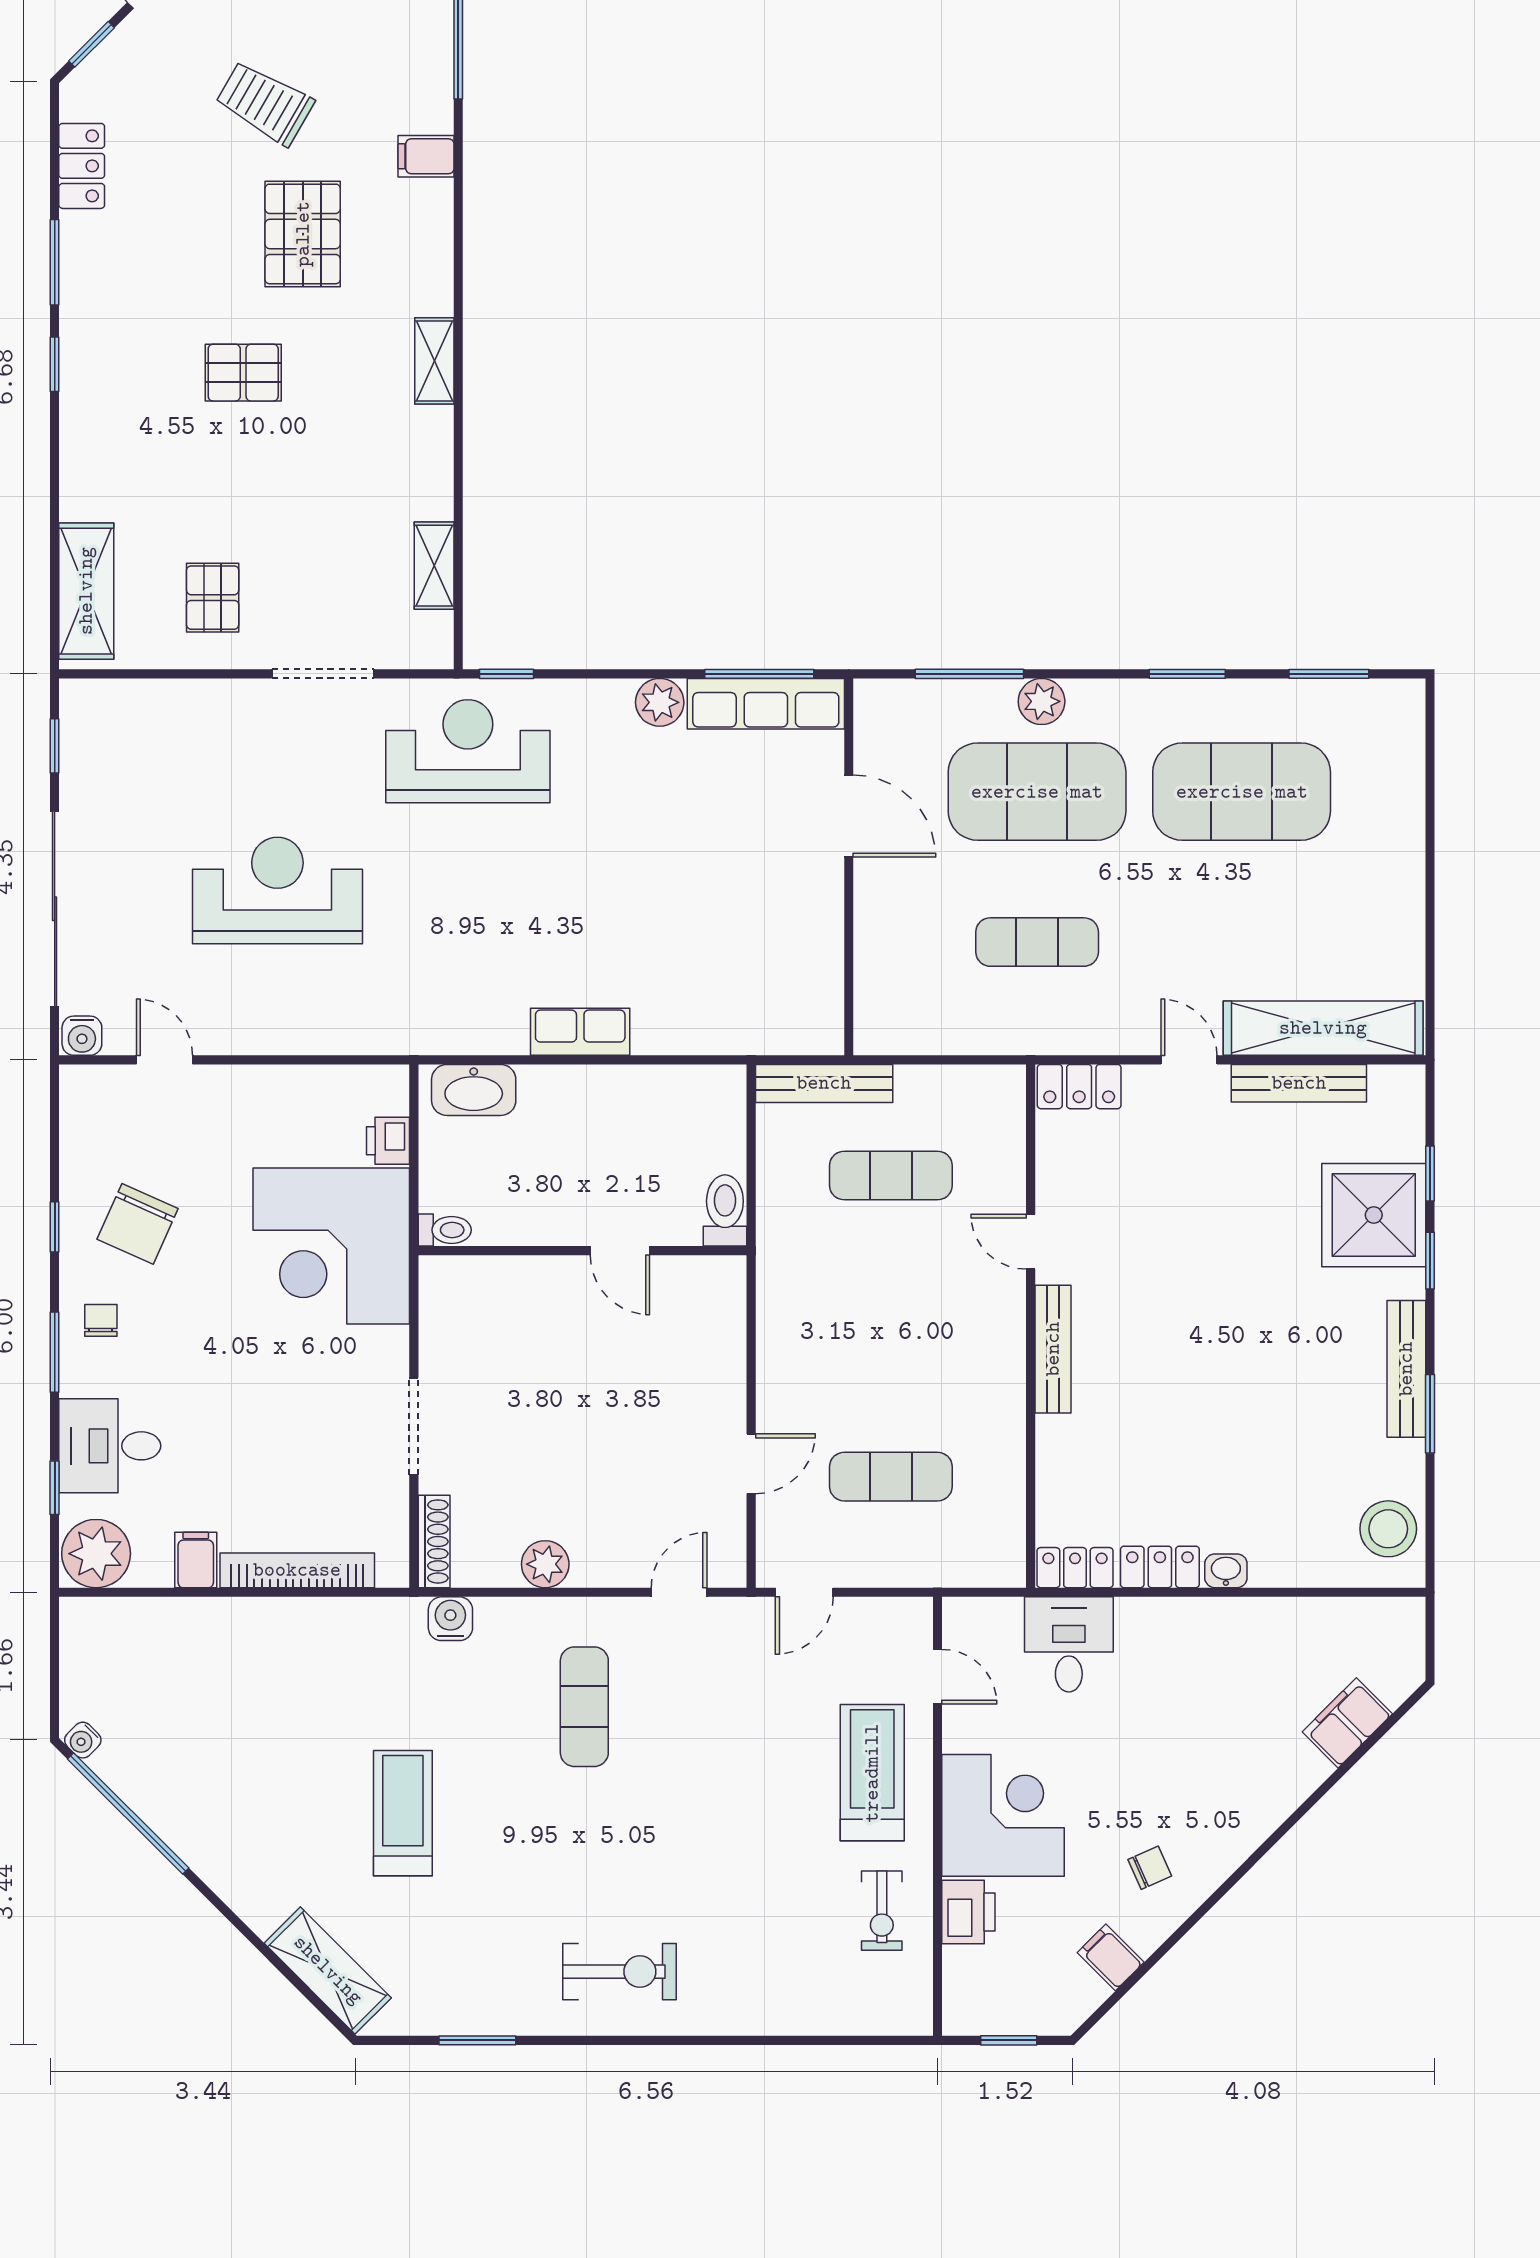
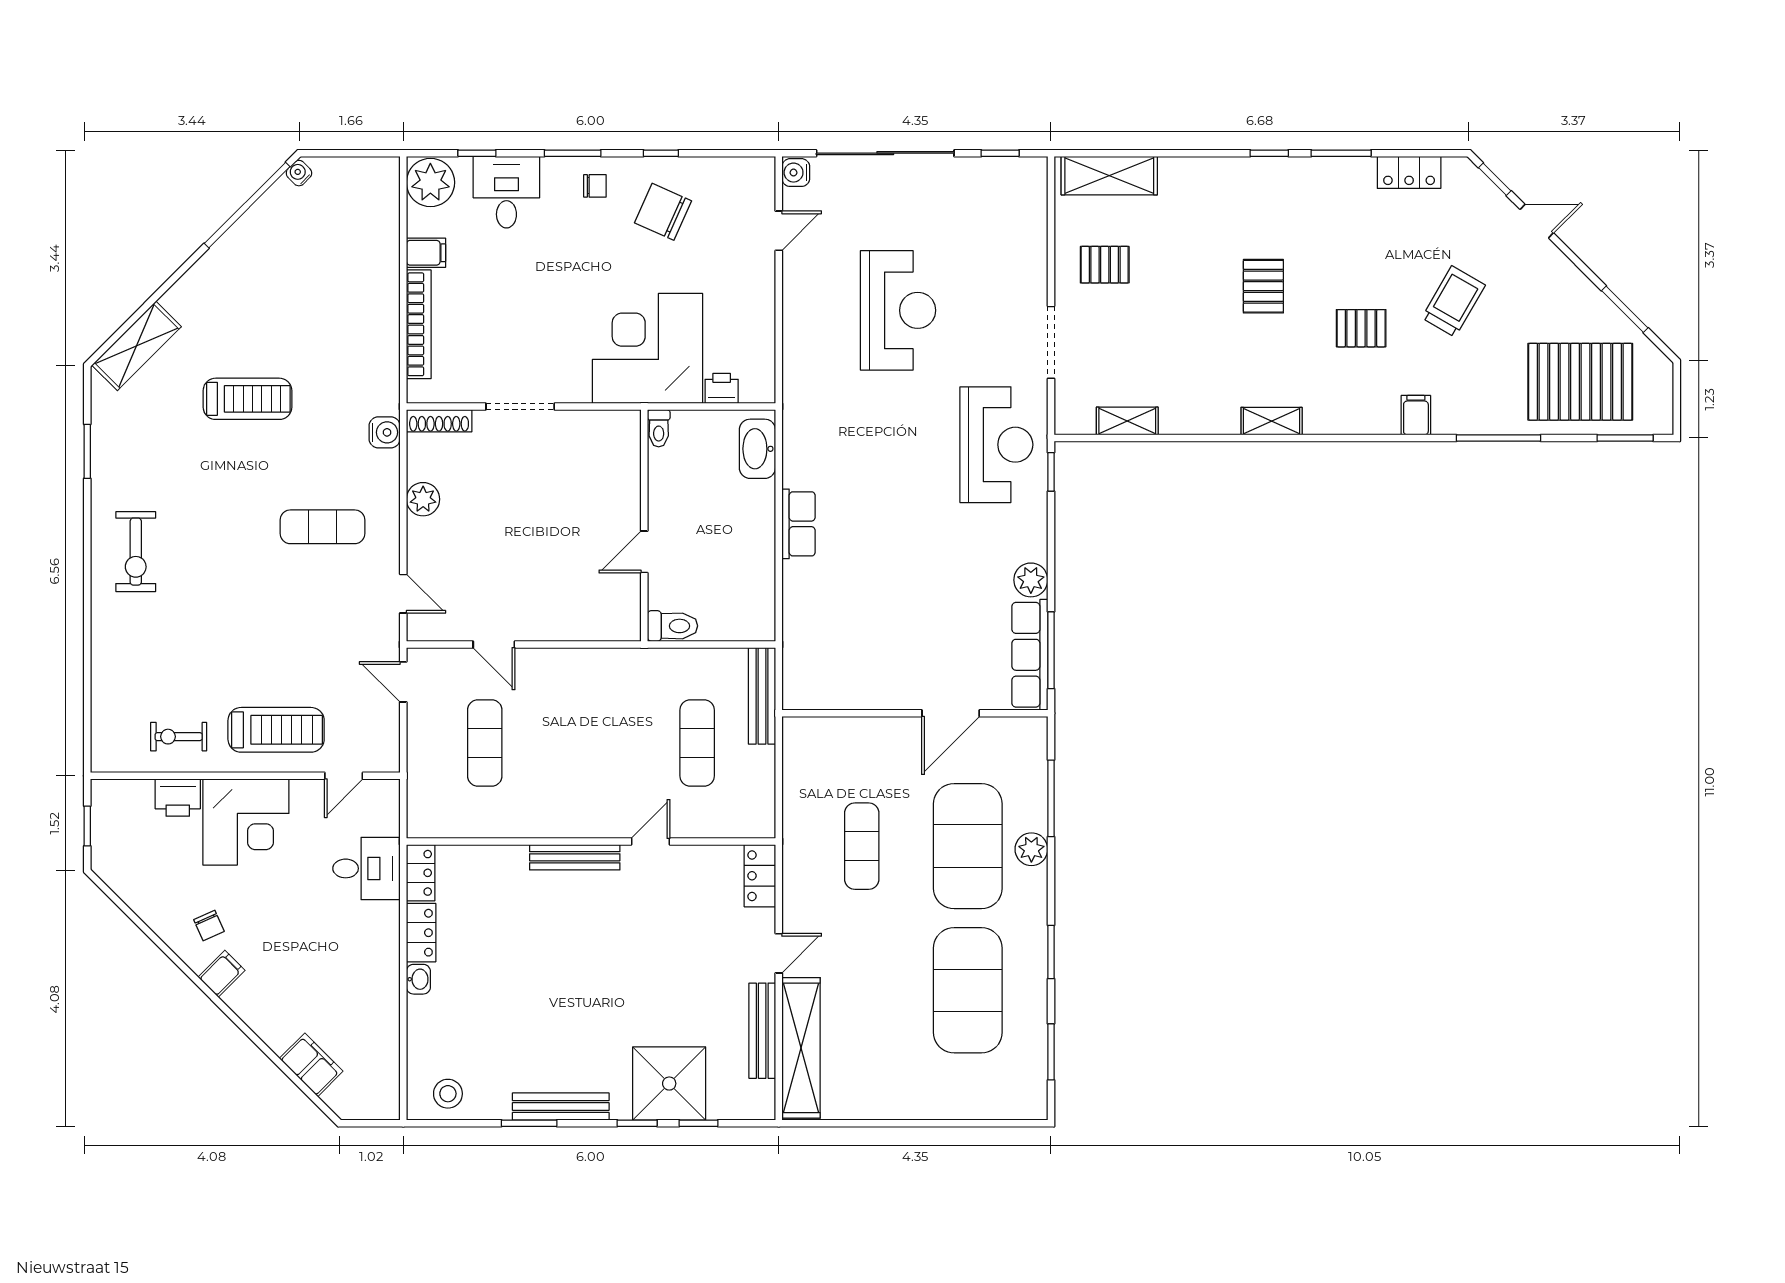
pallet: (303, 234) -> (1361, 328), width x0.67, depth x0.71
stool: (1388, 1529) -> (448, 1094), width x0.73, depth x0.73
filing cabinet: (1111, 1957) -> (221, 974), moved

